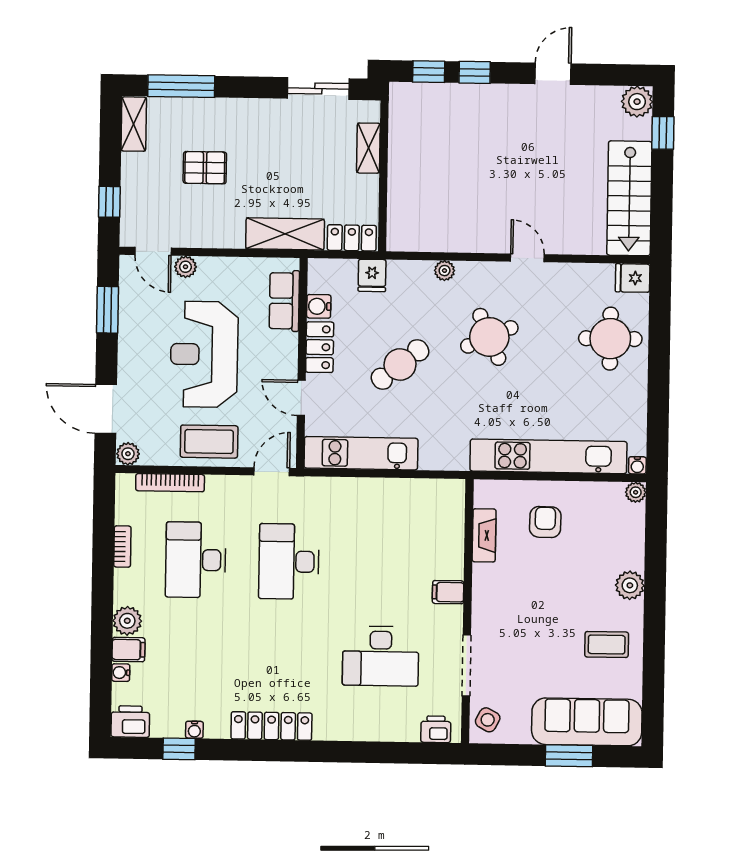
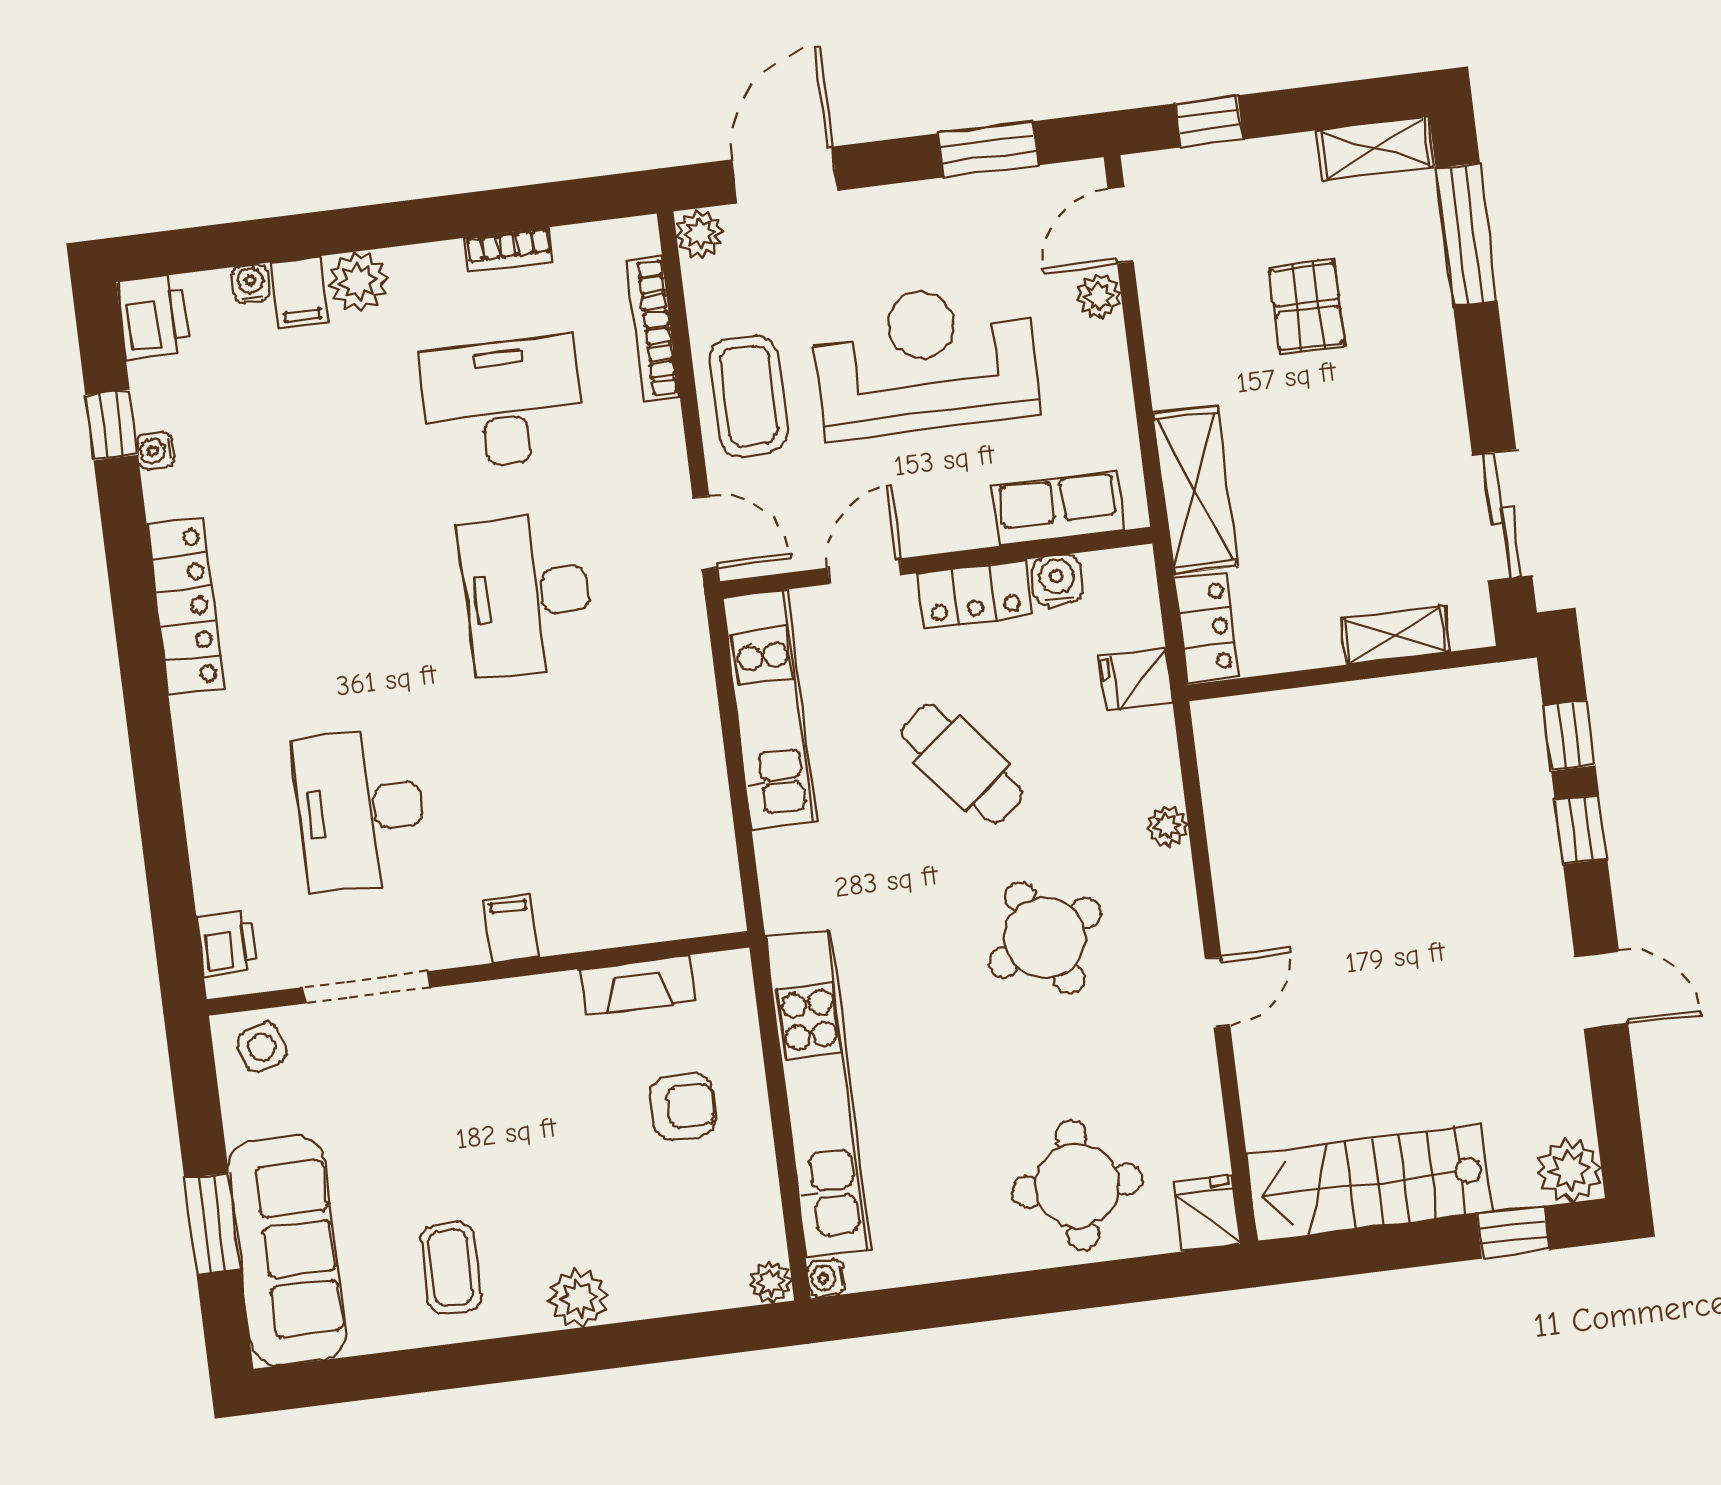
desk: (289, 561) -> (527, 594), turned -90
side table: (488, 720) -> (262, 1047), turned 45

